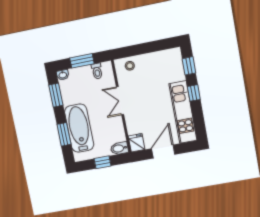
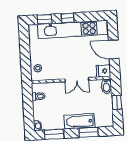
window: (82, 61) -> (28, 108), removed
double door: (120, 101) -> (77, 80), moved
kitchen unit: (183, 112) -> (73, 29), width x1.36
bathtub: (79, 128) -> (79, 121), width x0.73, depth x0.73

